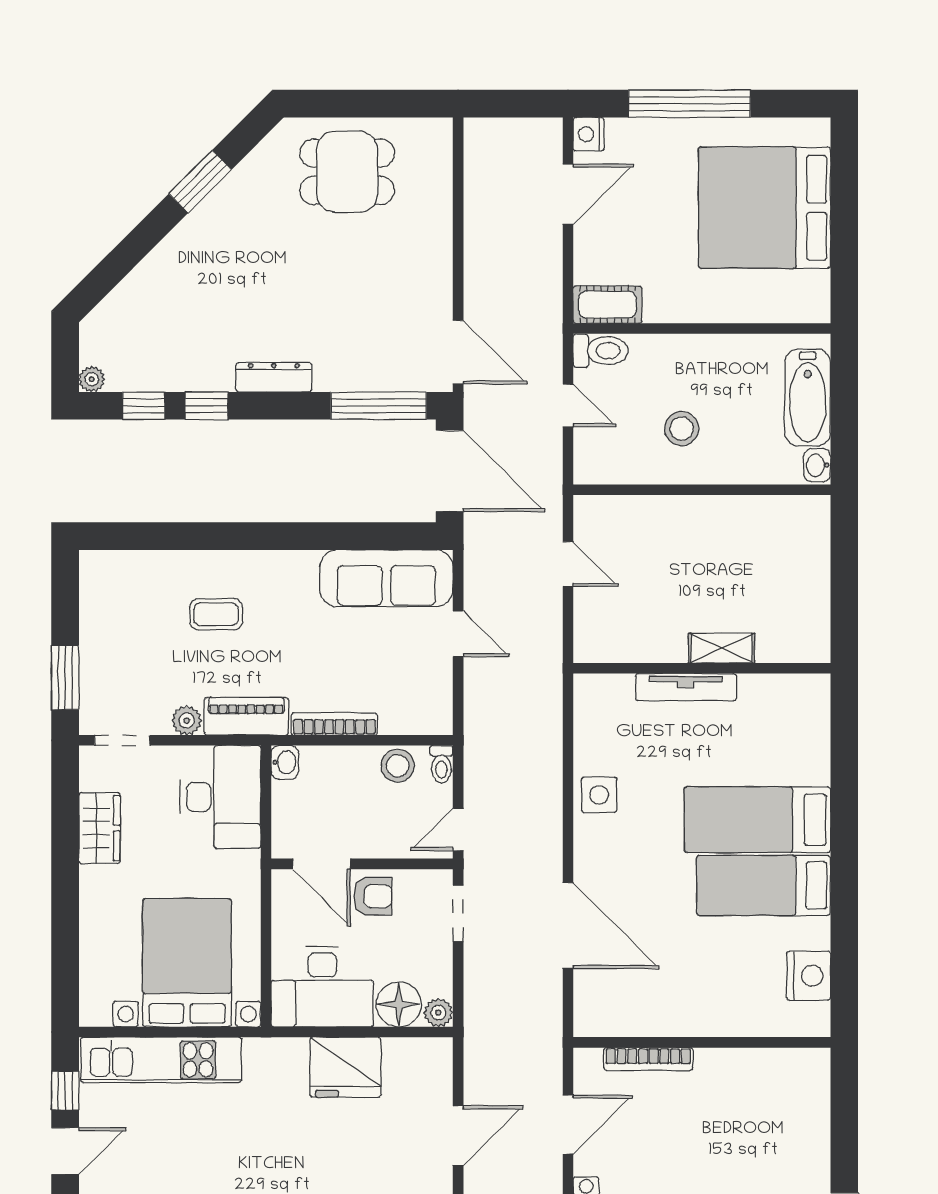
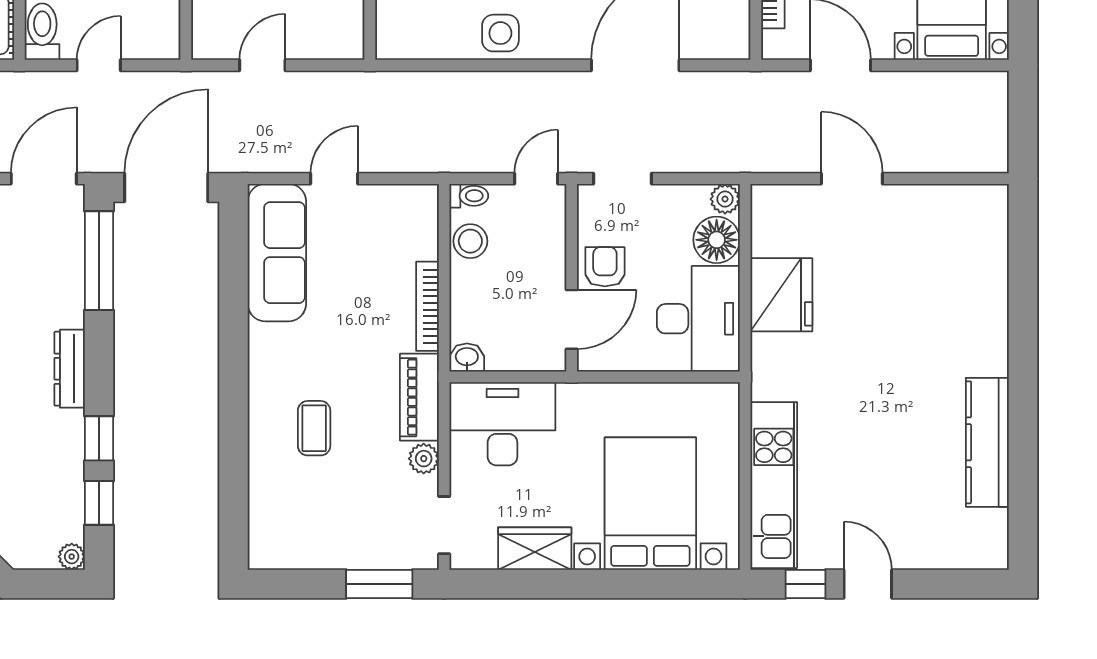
door: (458, 829) -> (536, 179), swing flipped
bed with nightstands: (187, 963) -> (650, 504), moved, turned 90

